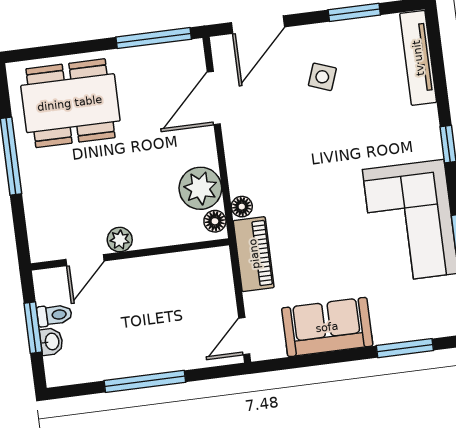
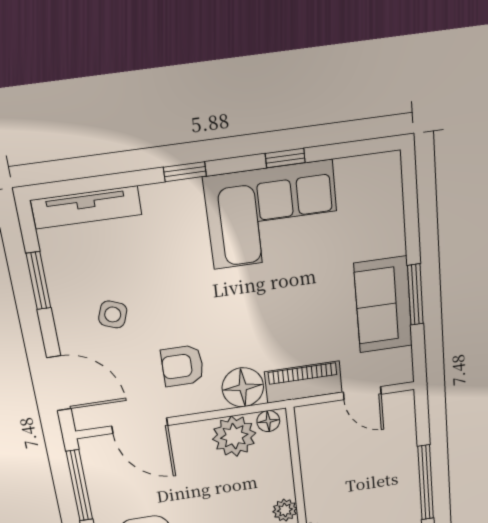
armchair: (272, 140) -> (183, 366), added
floor lamp: (242, 207) -> (243, 387), width x1.89, depth x1.89
door: (244, 336) -> (362, 393), moved
window: (405, 348) -> (415, 295), moved

